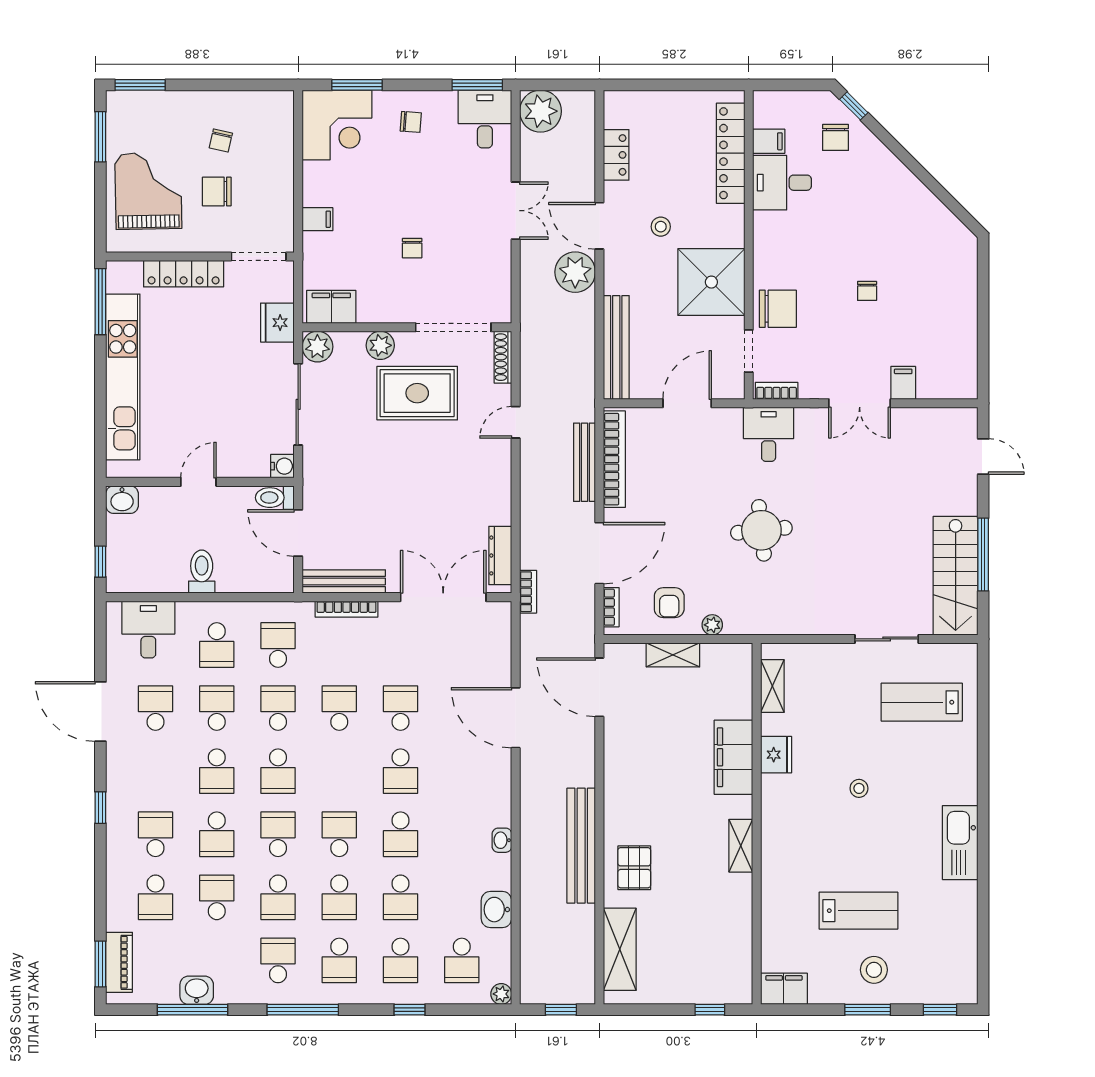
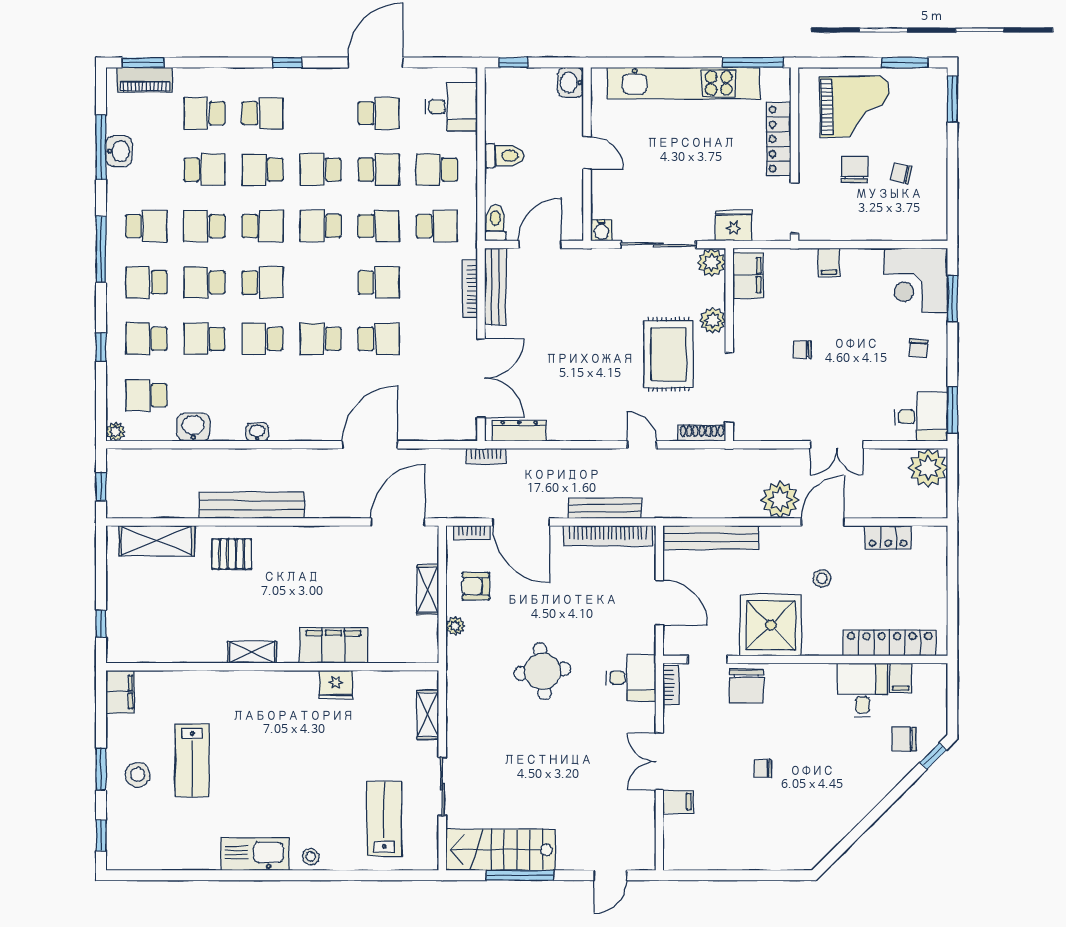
toilet: (275, 498) -> (495, 223), moved
shelving: (772, 686) -> (428, 715), moved, turned 90
stool: (859, 788) -> (311, 857), moved

